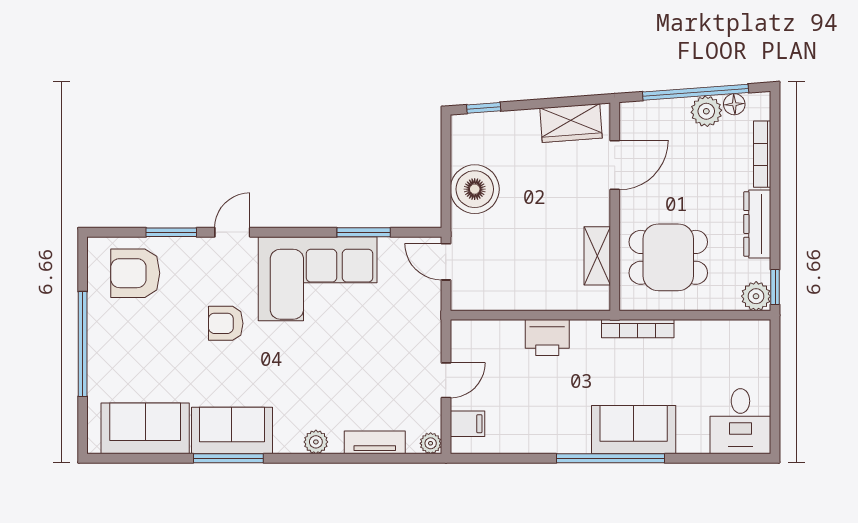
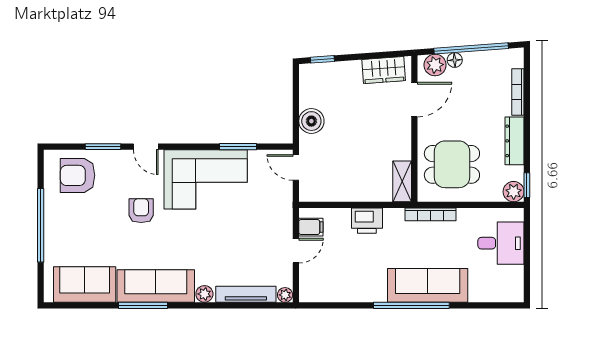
floor lamp: (734, 104) -> (455, 60), moved
plant: (706, 111) -> (435, 65), moved
boiler: (475, 189) -> (311, 121), width x0.73, depth x0.73
door: (232, 232) -> (146, 147), swing flipped
shelving: (597, 256) -> (402, 181), moved
armchair: (226, 323) -> (141, 211), turned 90
desk: (740, 421) -> (501, 243), moved, turned -90
filing cabinet: (467, 424) -> (311, 227), moved
sofa: (634, 430) -> (428, 285), width x1.36
sofa: (232, 431) -> (156, 286), width x1.36
tv unit: (375, 442) -> (246, 294), width x1.41

